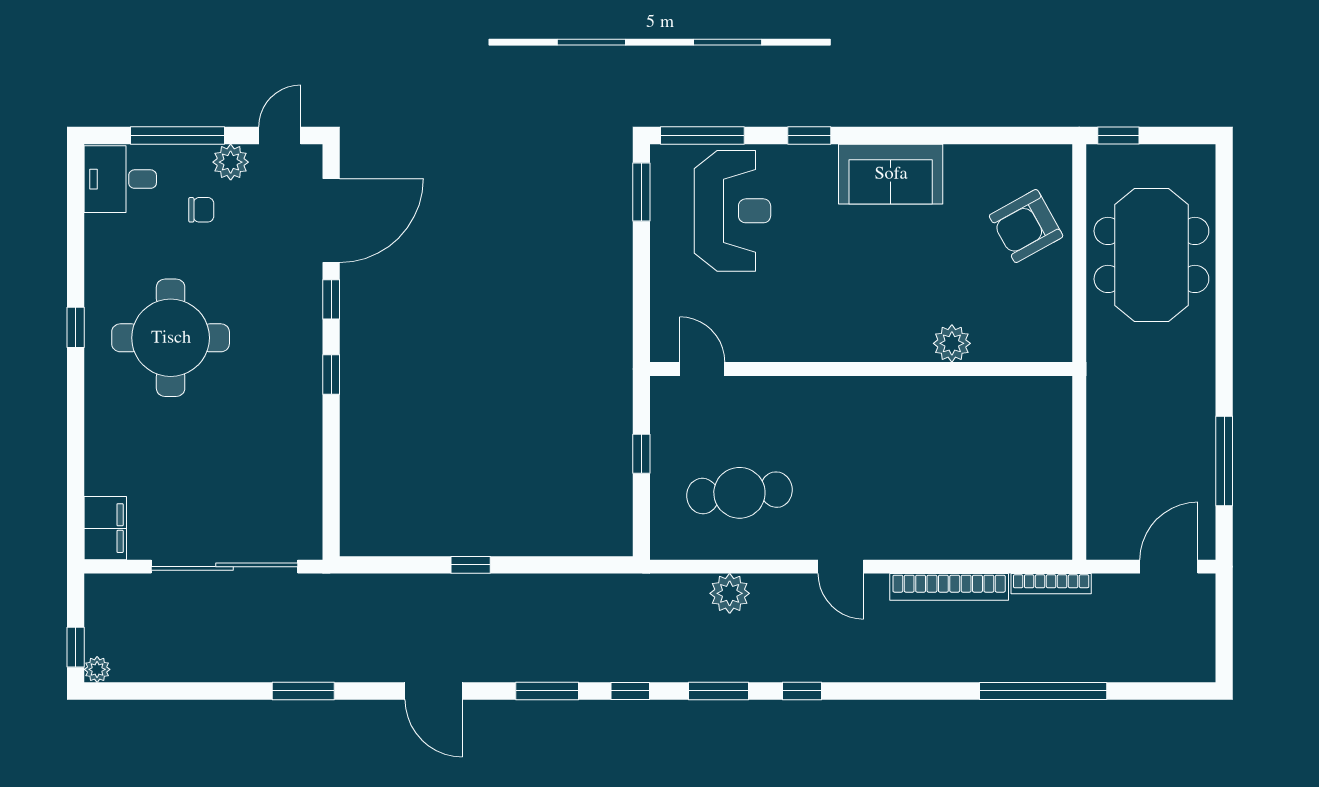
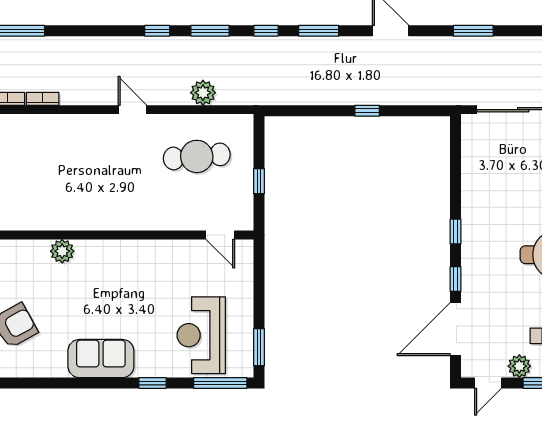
bookcase: (949, 587) -> (43, 99), width x0.43, depth x0.76

